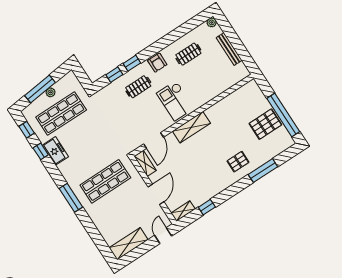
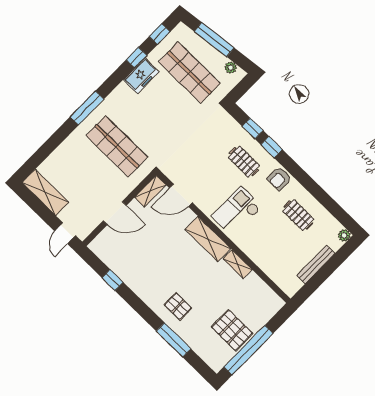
plant: (51, 92) -> (231, 68), moved
shelving: (183, 211) -> (237, 264), moved
door: (163, 236) -> (65, 233), swing flipped

